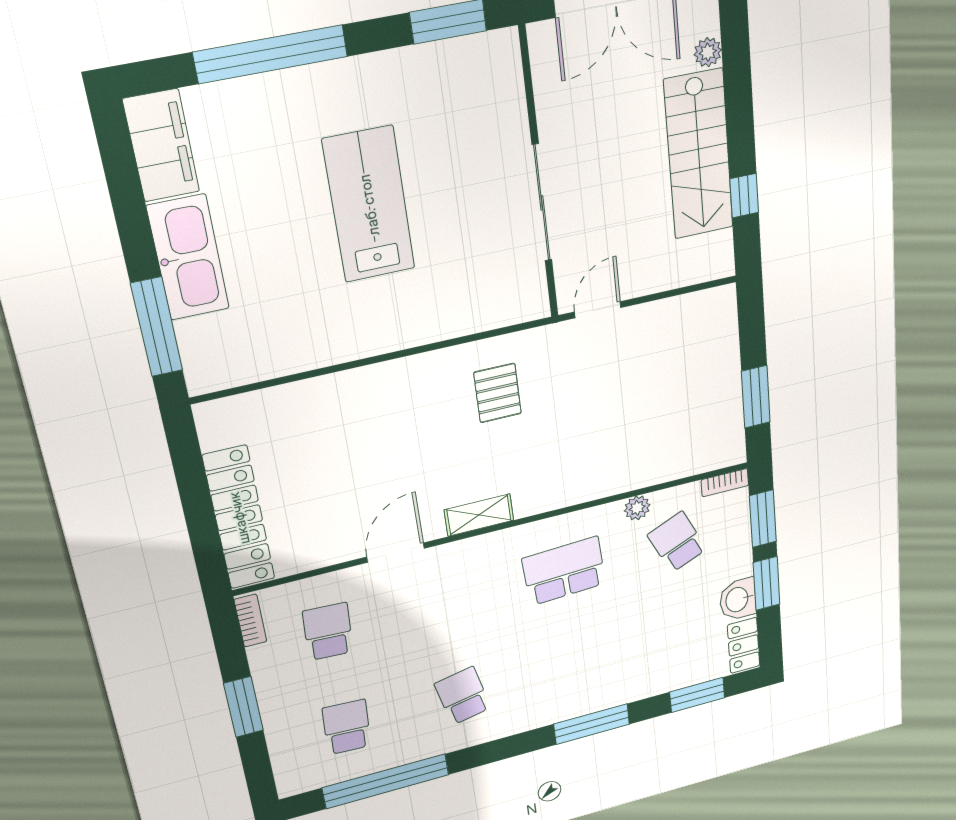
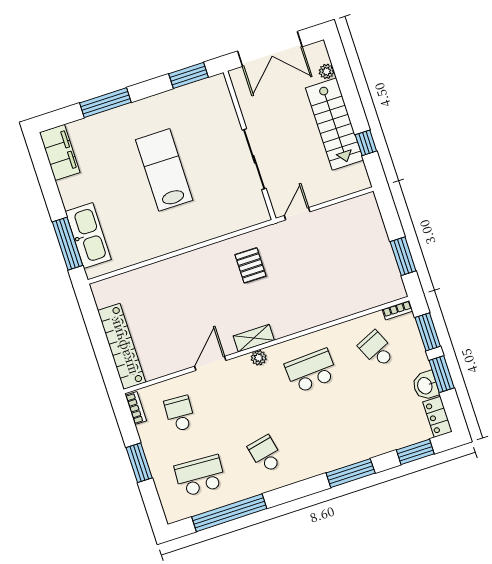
window: (271, 54) -> (105, 103), width x0.68
kitchen sink: (188, 258) -> (88, 236), moved
plant: (637, 508) -> (259, 358), moved
school desk: (347, 727) -> (200, 476), width x1.85

